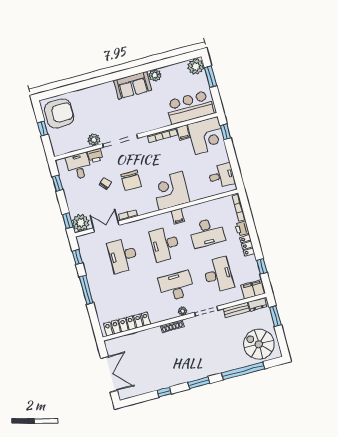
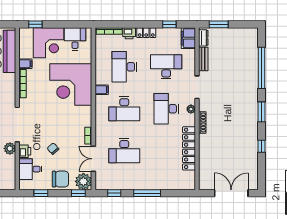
corner desk: (207, 136) -> (48, 43), moved, turned 90
chair: (131, 181) -> (60, 179), moved
corner desk: (171, 191) -> (71, 85), width x1.36, depth x1.36
desk: (207, 233) -> (124, 67), turned 180
locker: (127, 324) -> (189, 148), moved
spiral stairs: (259, 344) -> (241, 47), removed

